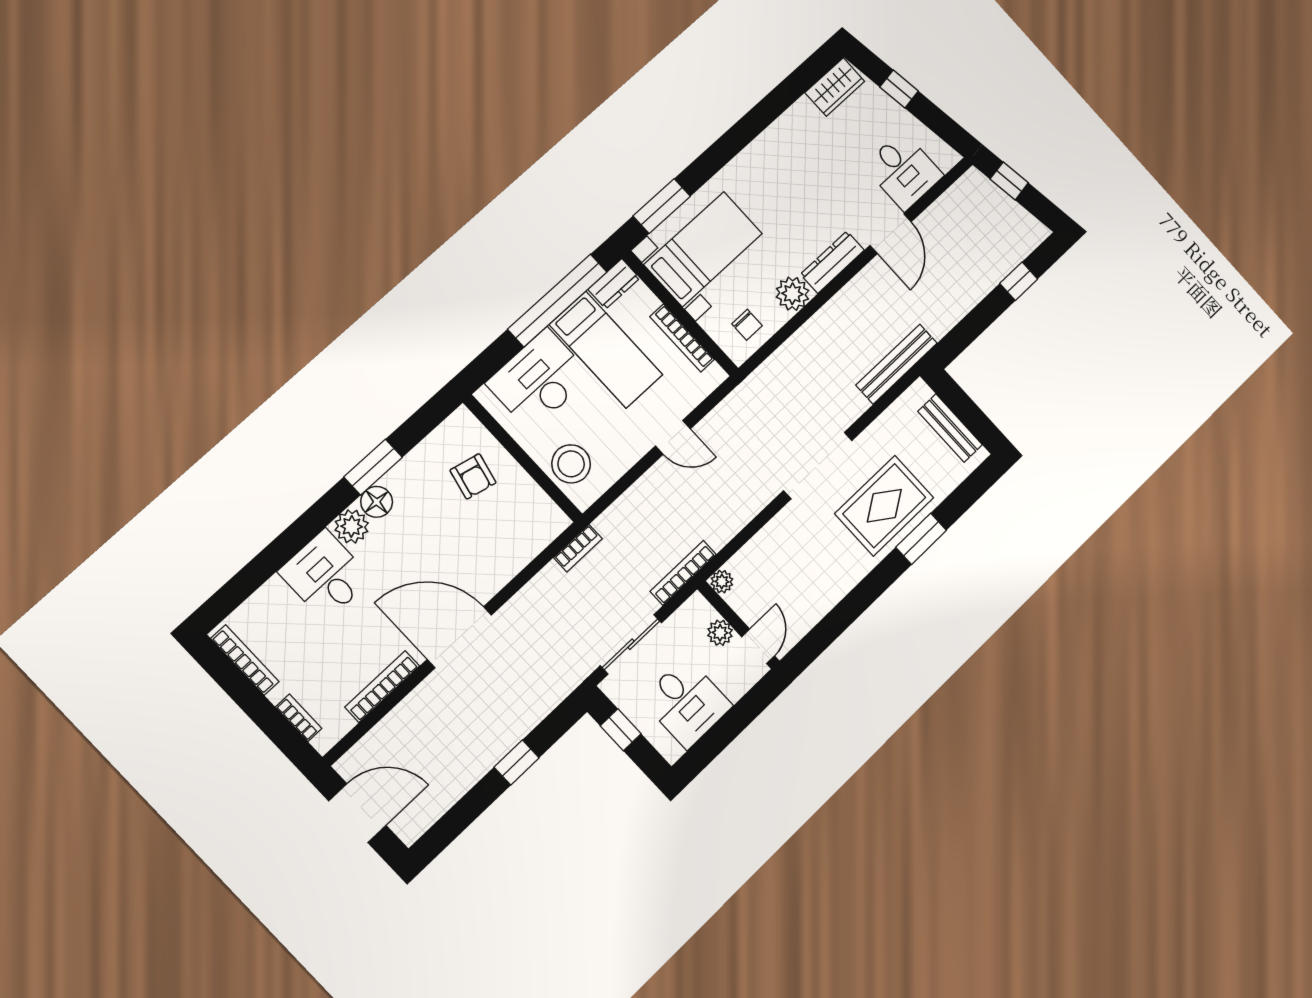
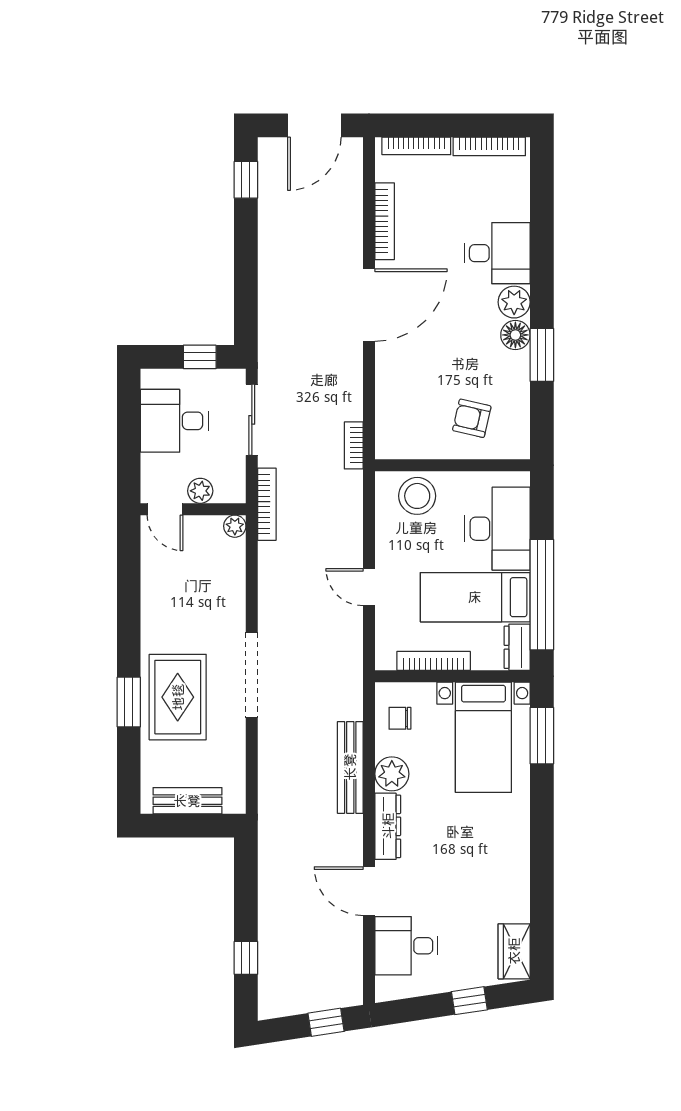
bench: (897, 364) -> (350, 767), moved
door: (673, 437) -> (369, 587), hinge flipped
bookcase: (299, 718) -> (416, 146), width x1.56
window: (517, 762) -> (246, 180), moved

